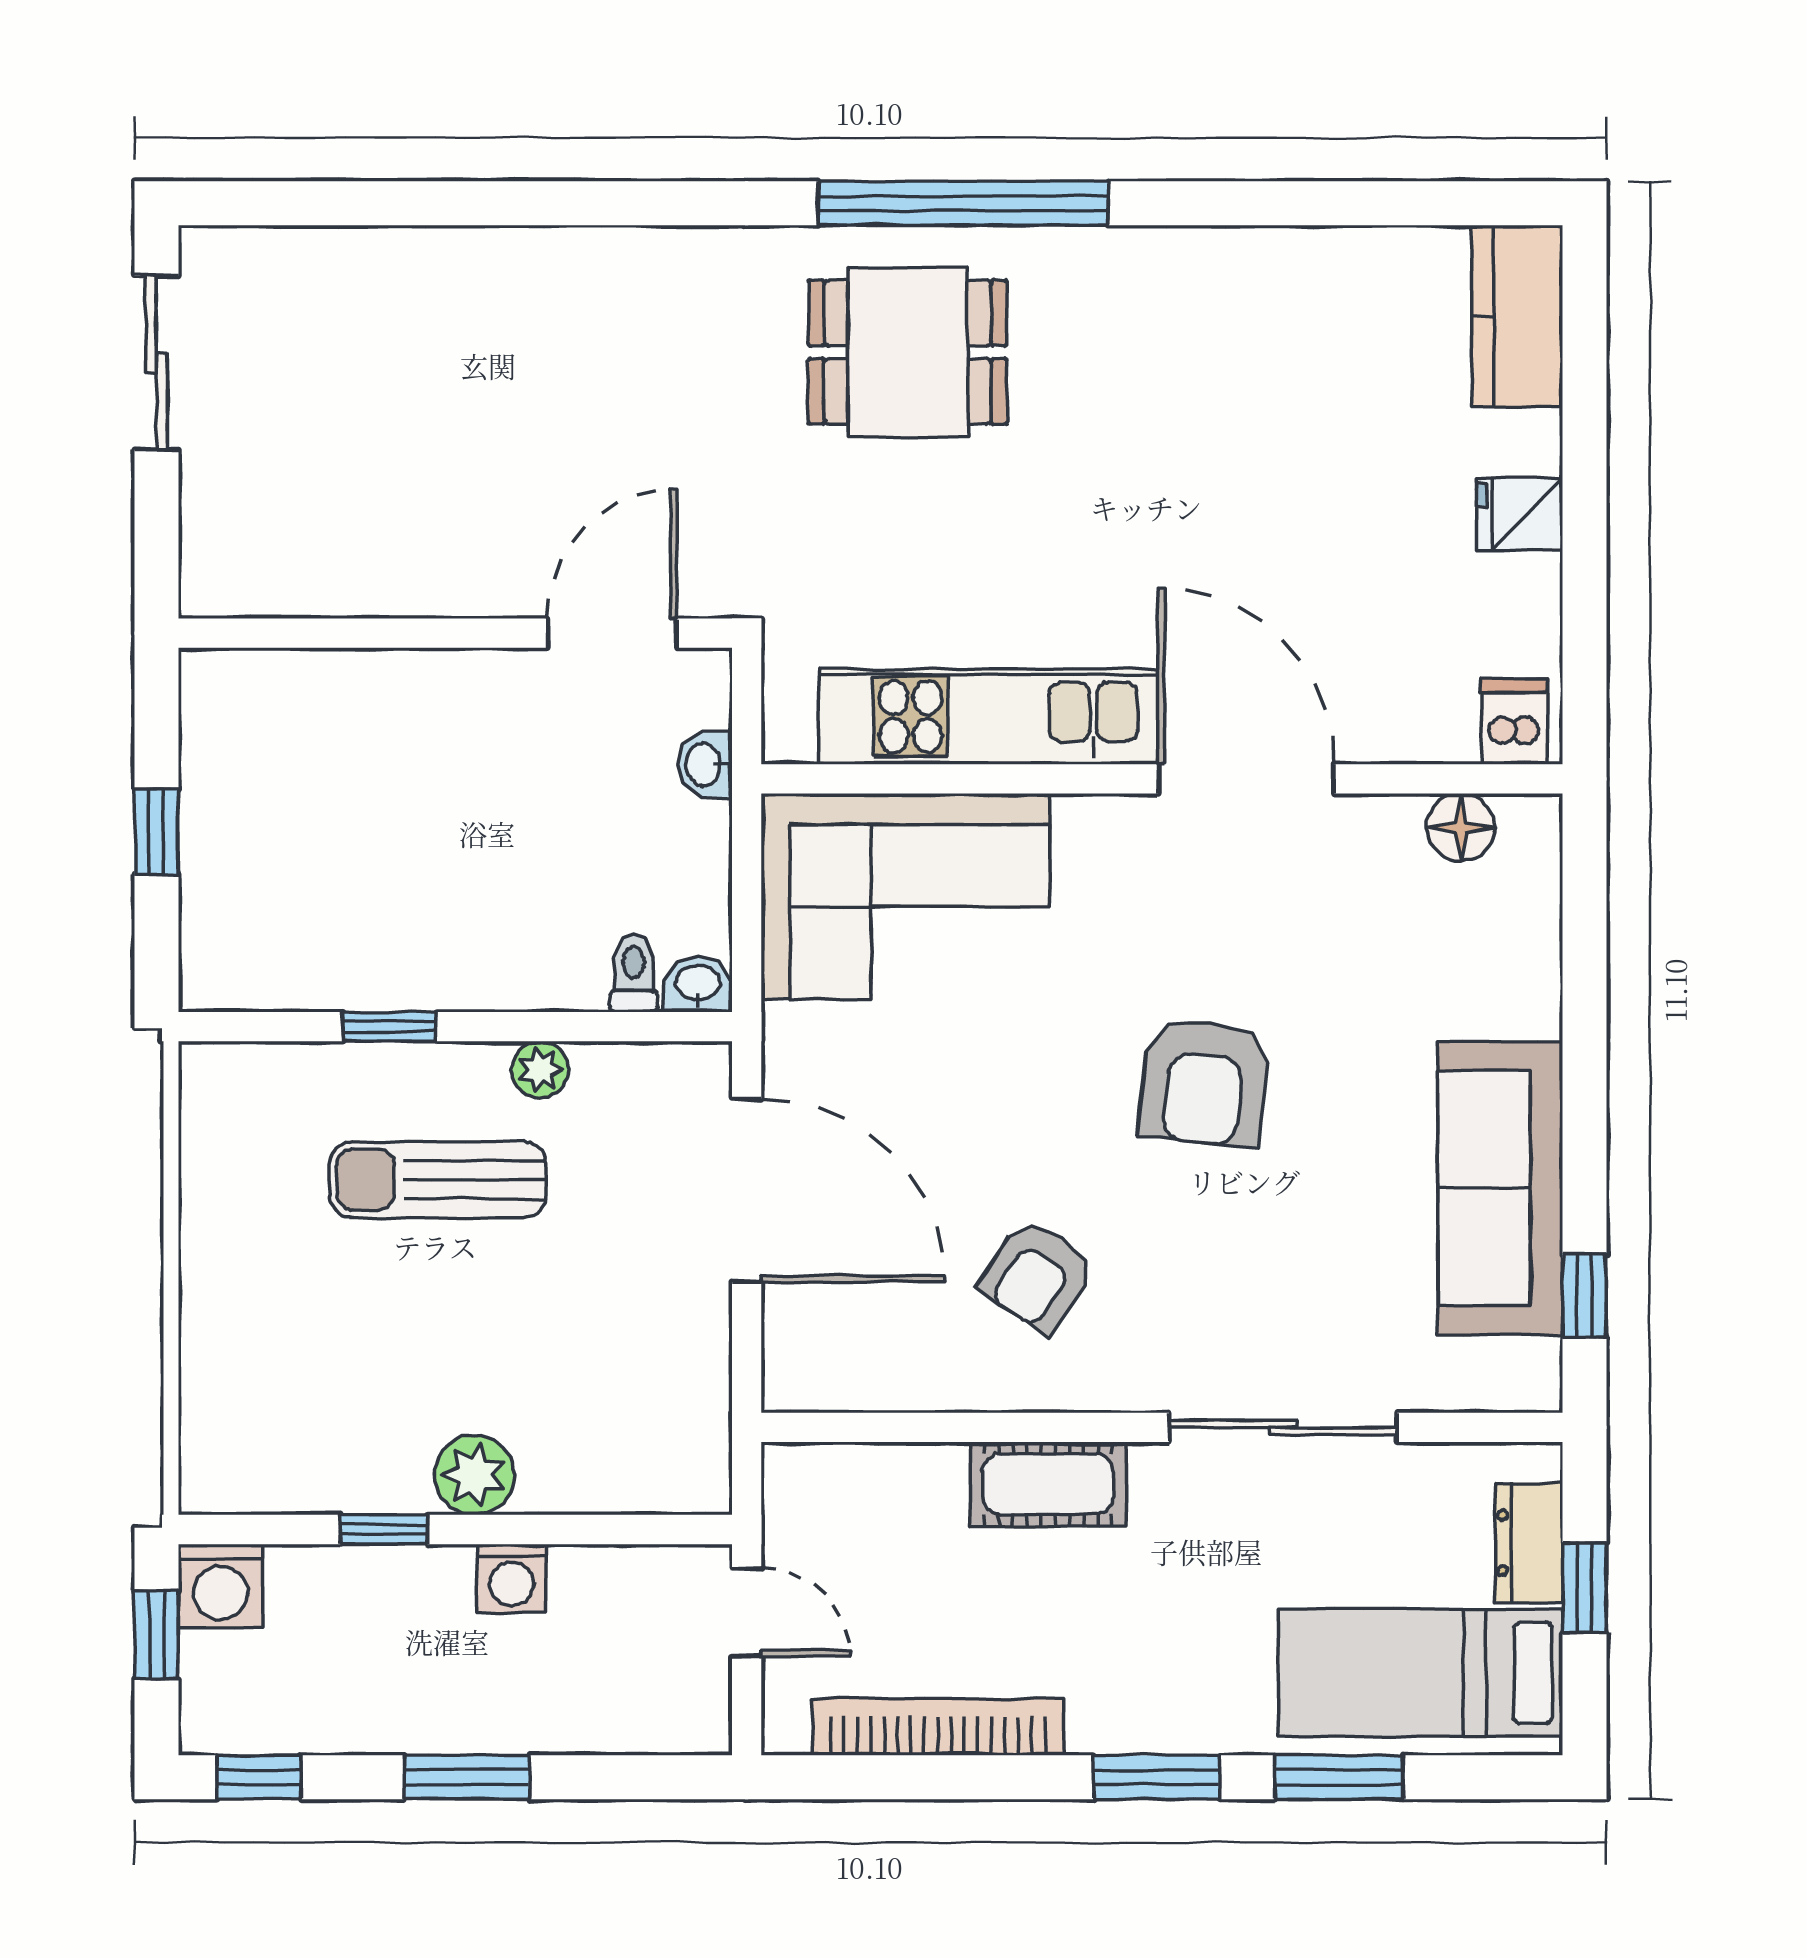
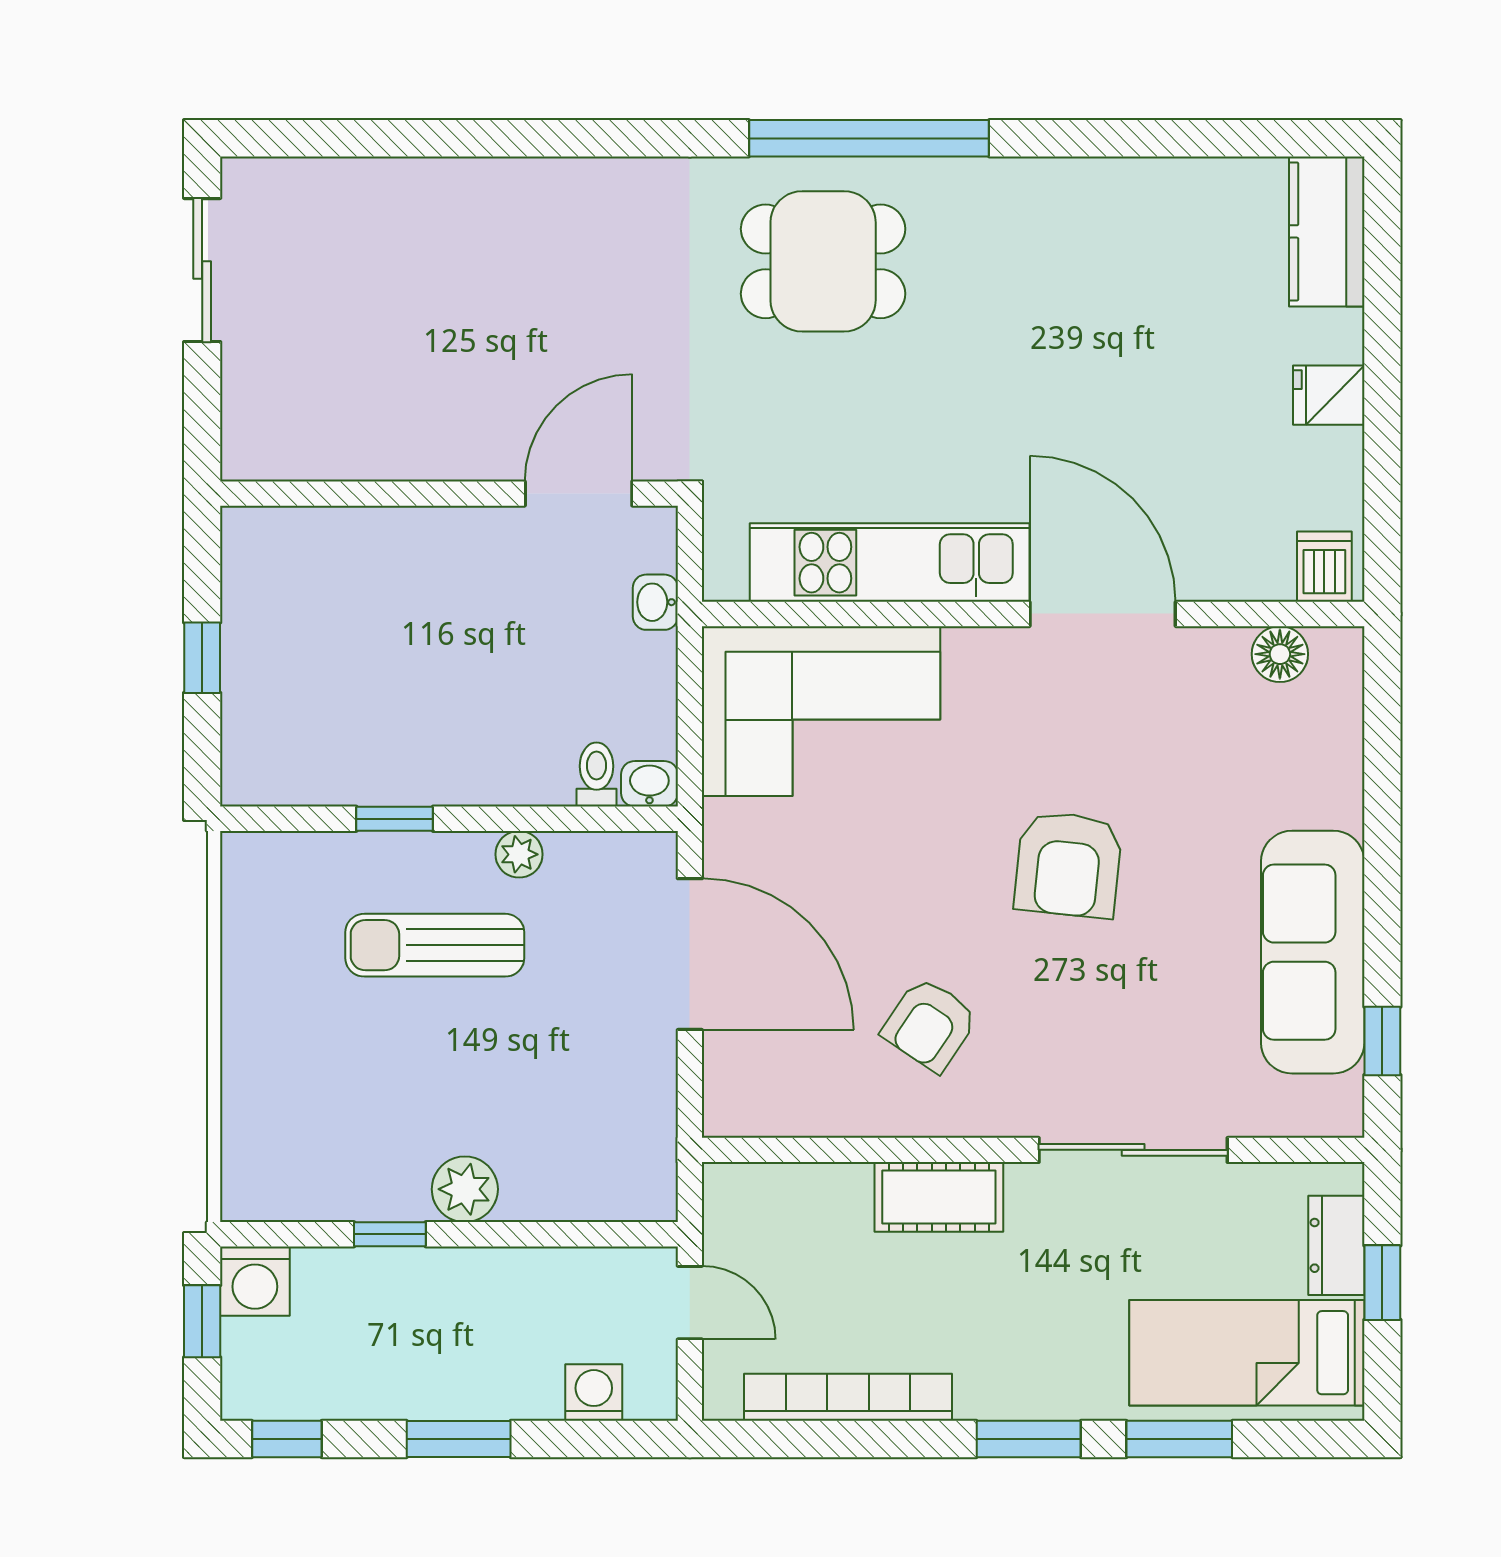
washing machine: (511, 1578) -> (594, 1393), moved, turned 180

